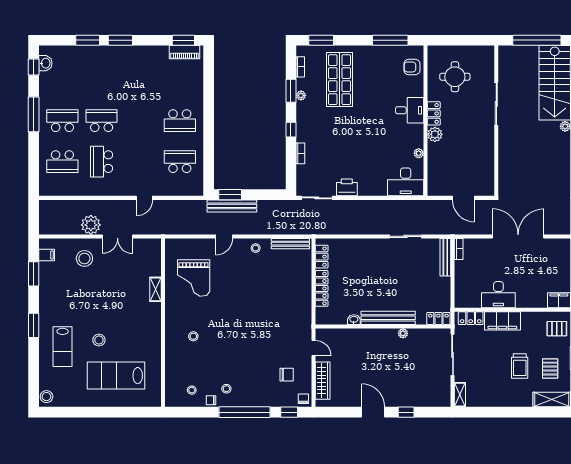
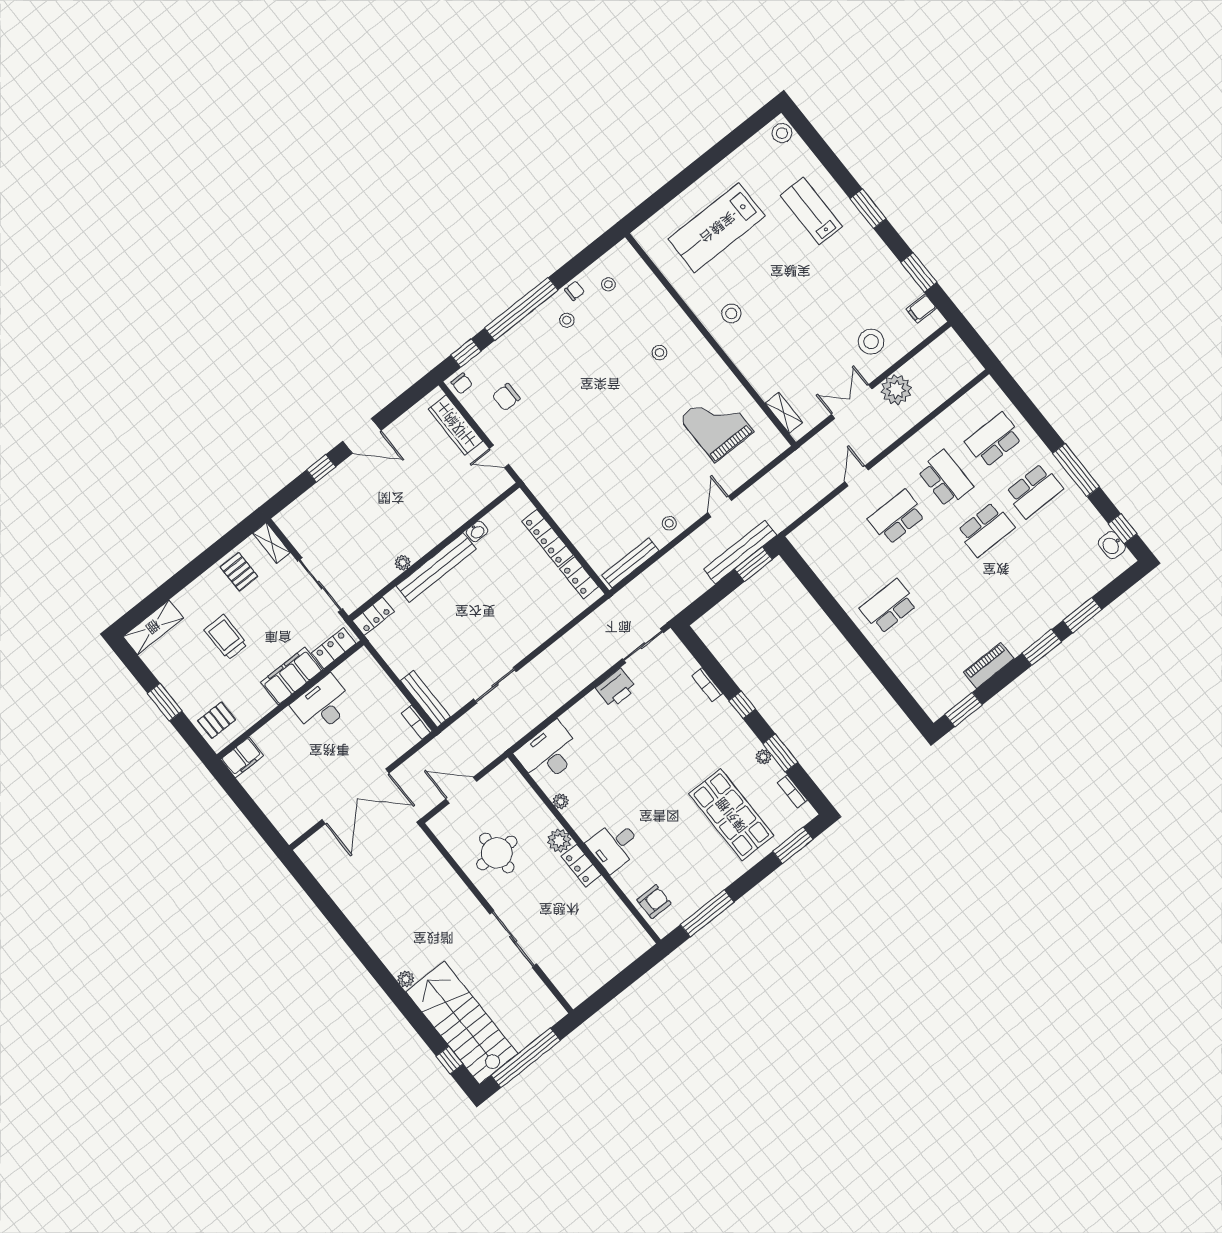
piano: (185, 52) -> (989, 665), moved
round table: (455, 77) -> (497, 853), moved
school desk: (180, 162) -> (897, 517), moved, turned 180
shelving: (155, 289) -> (784, 413), moved
stool: (99, 340) -> (731, 313), moved
pallet: (550, 369) -> (239, 572), moved
lab bench: (116, 376) -> (717, 228), turned 180

